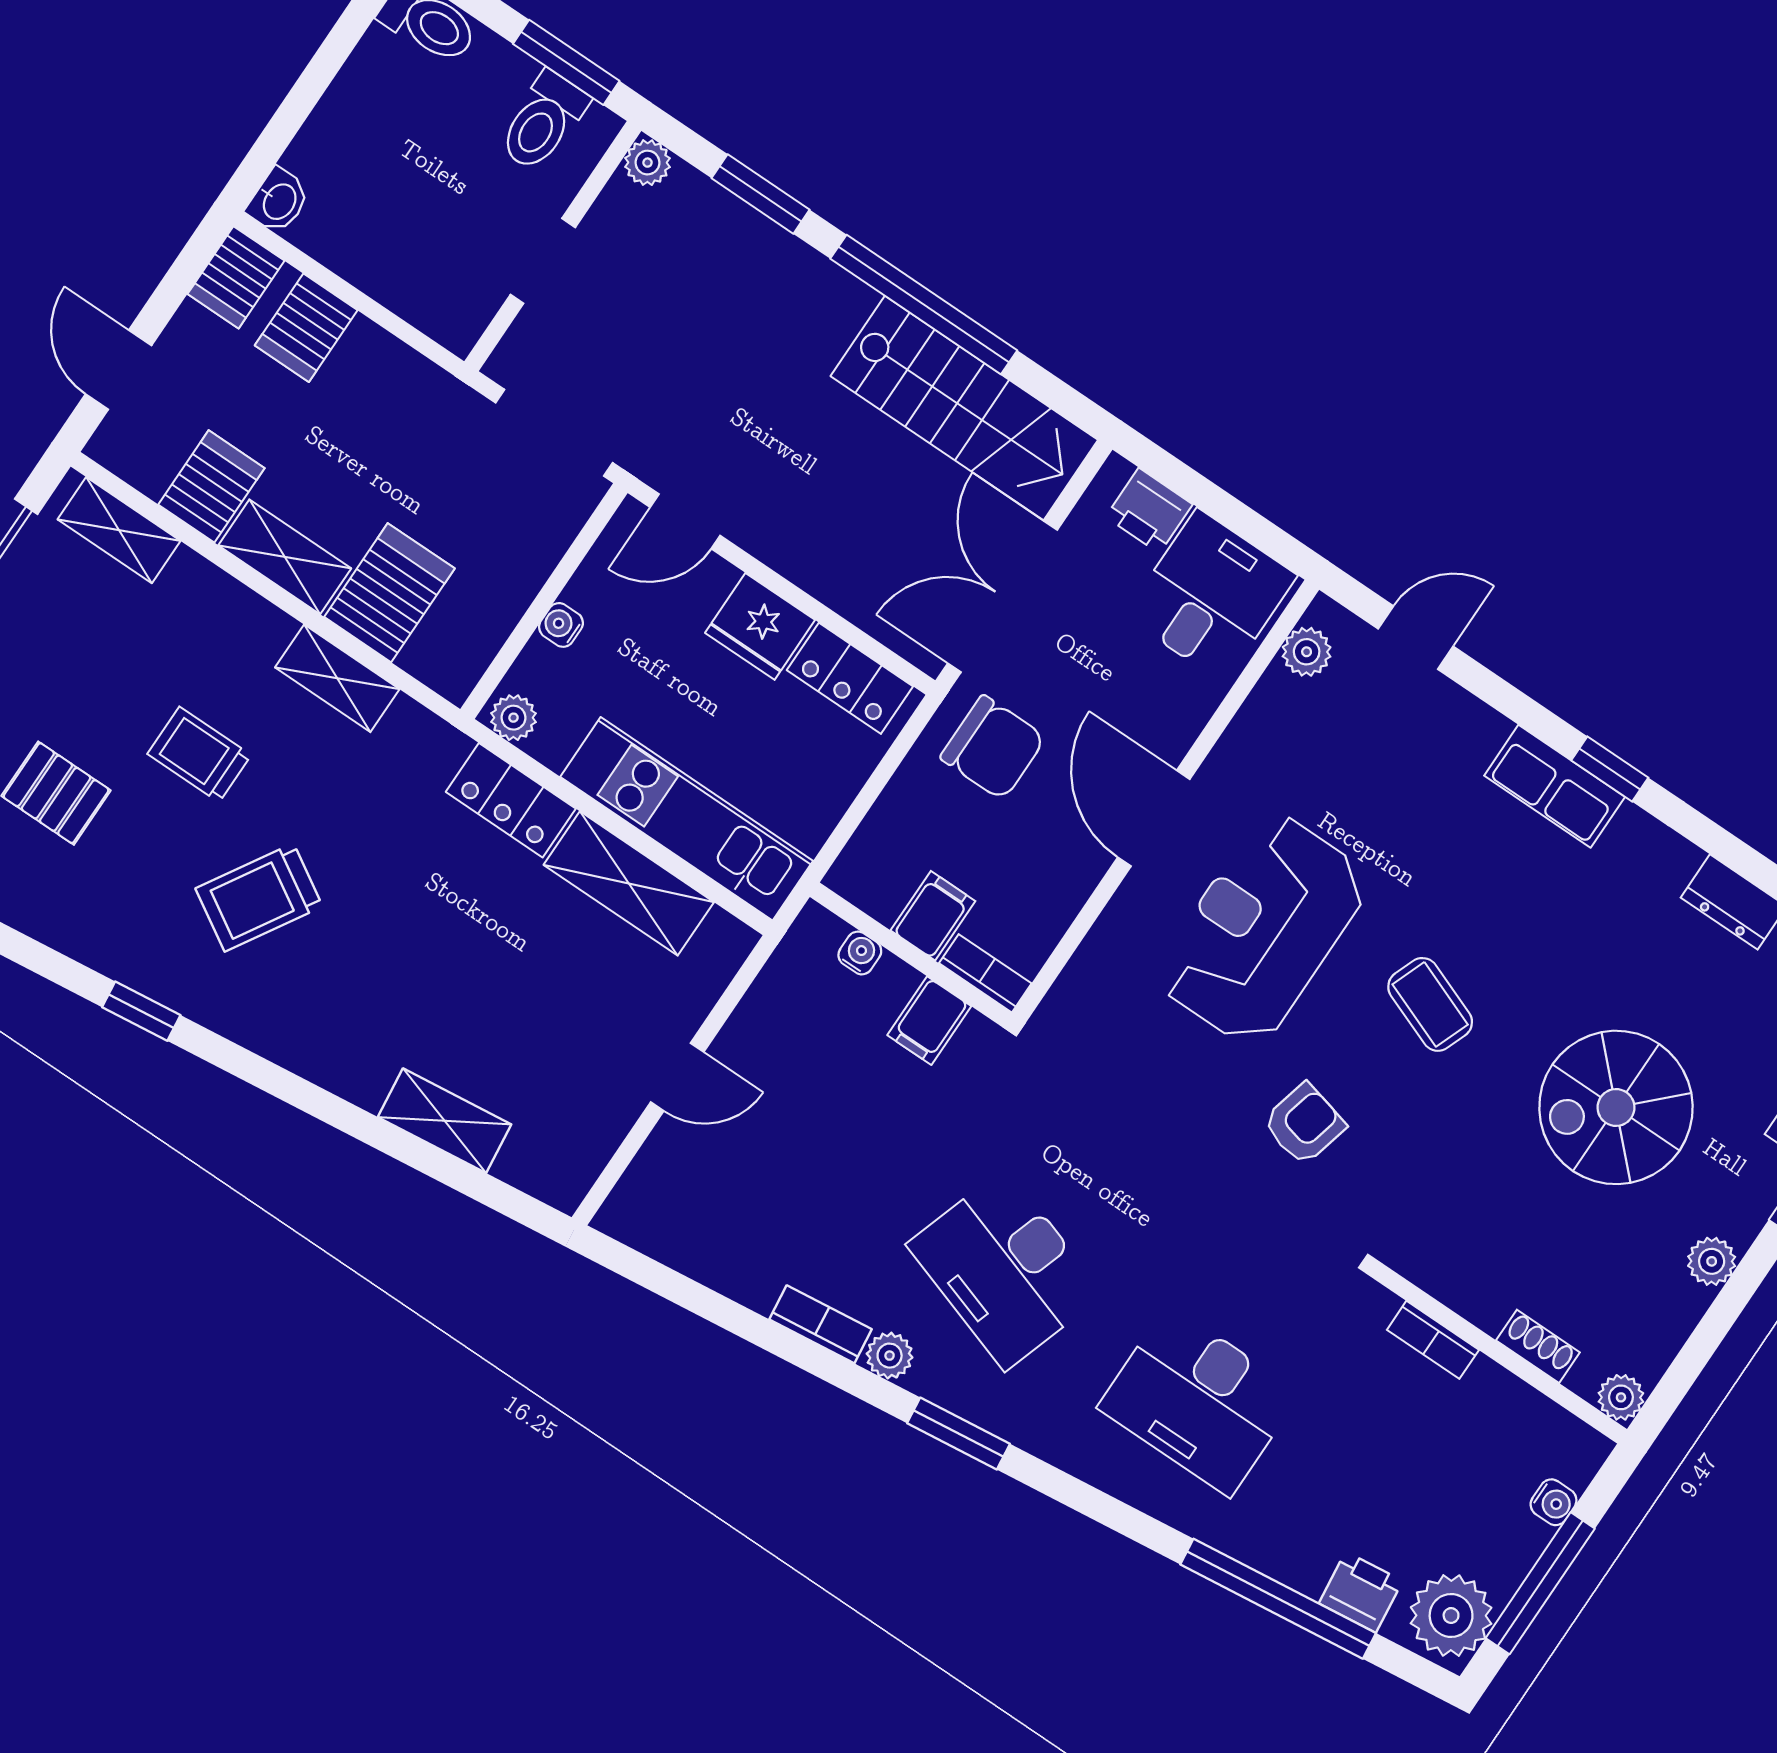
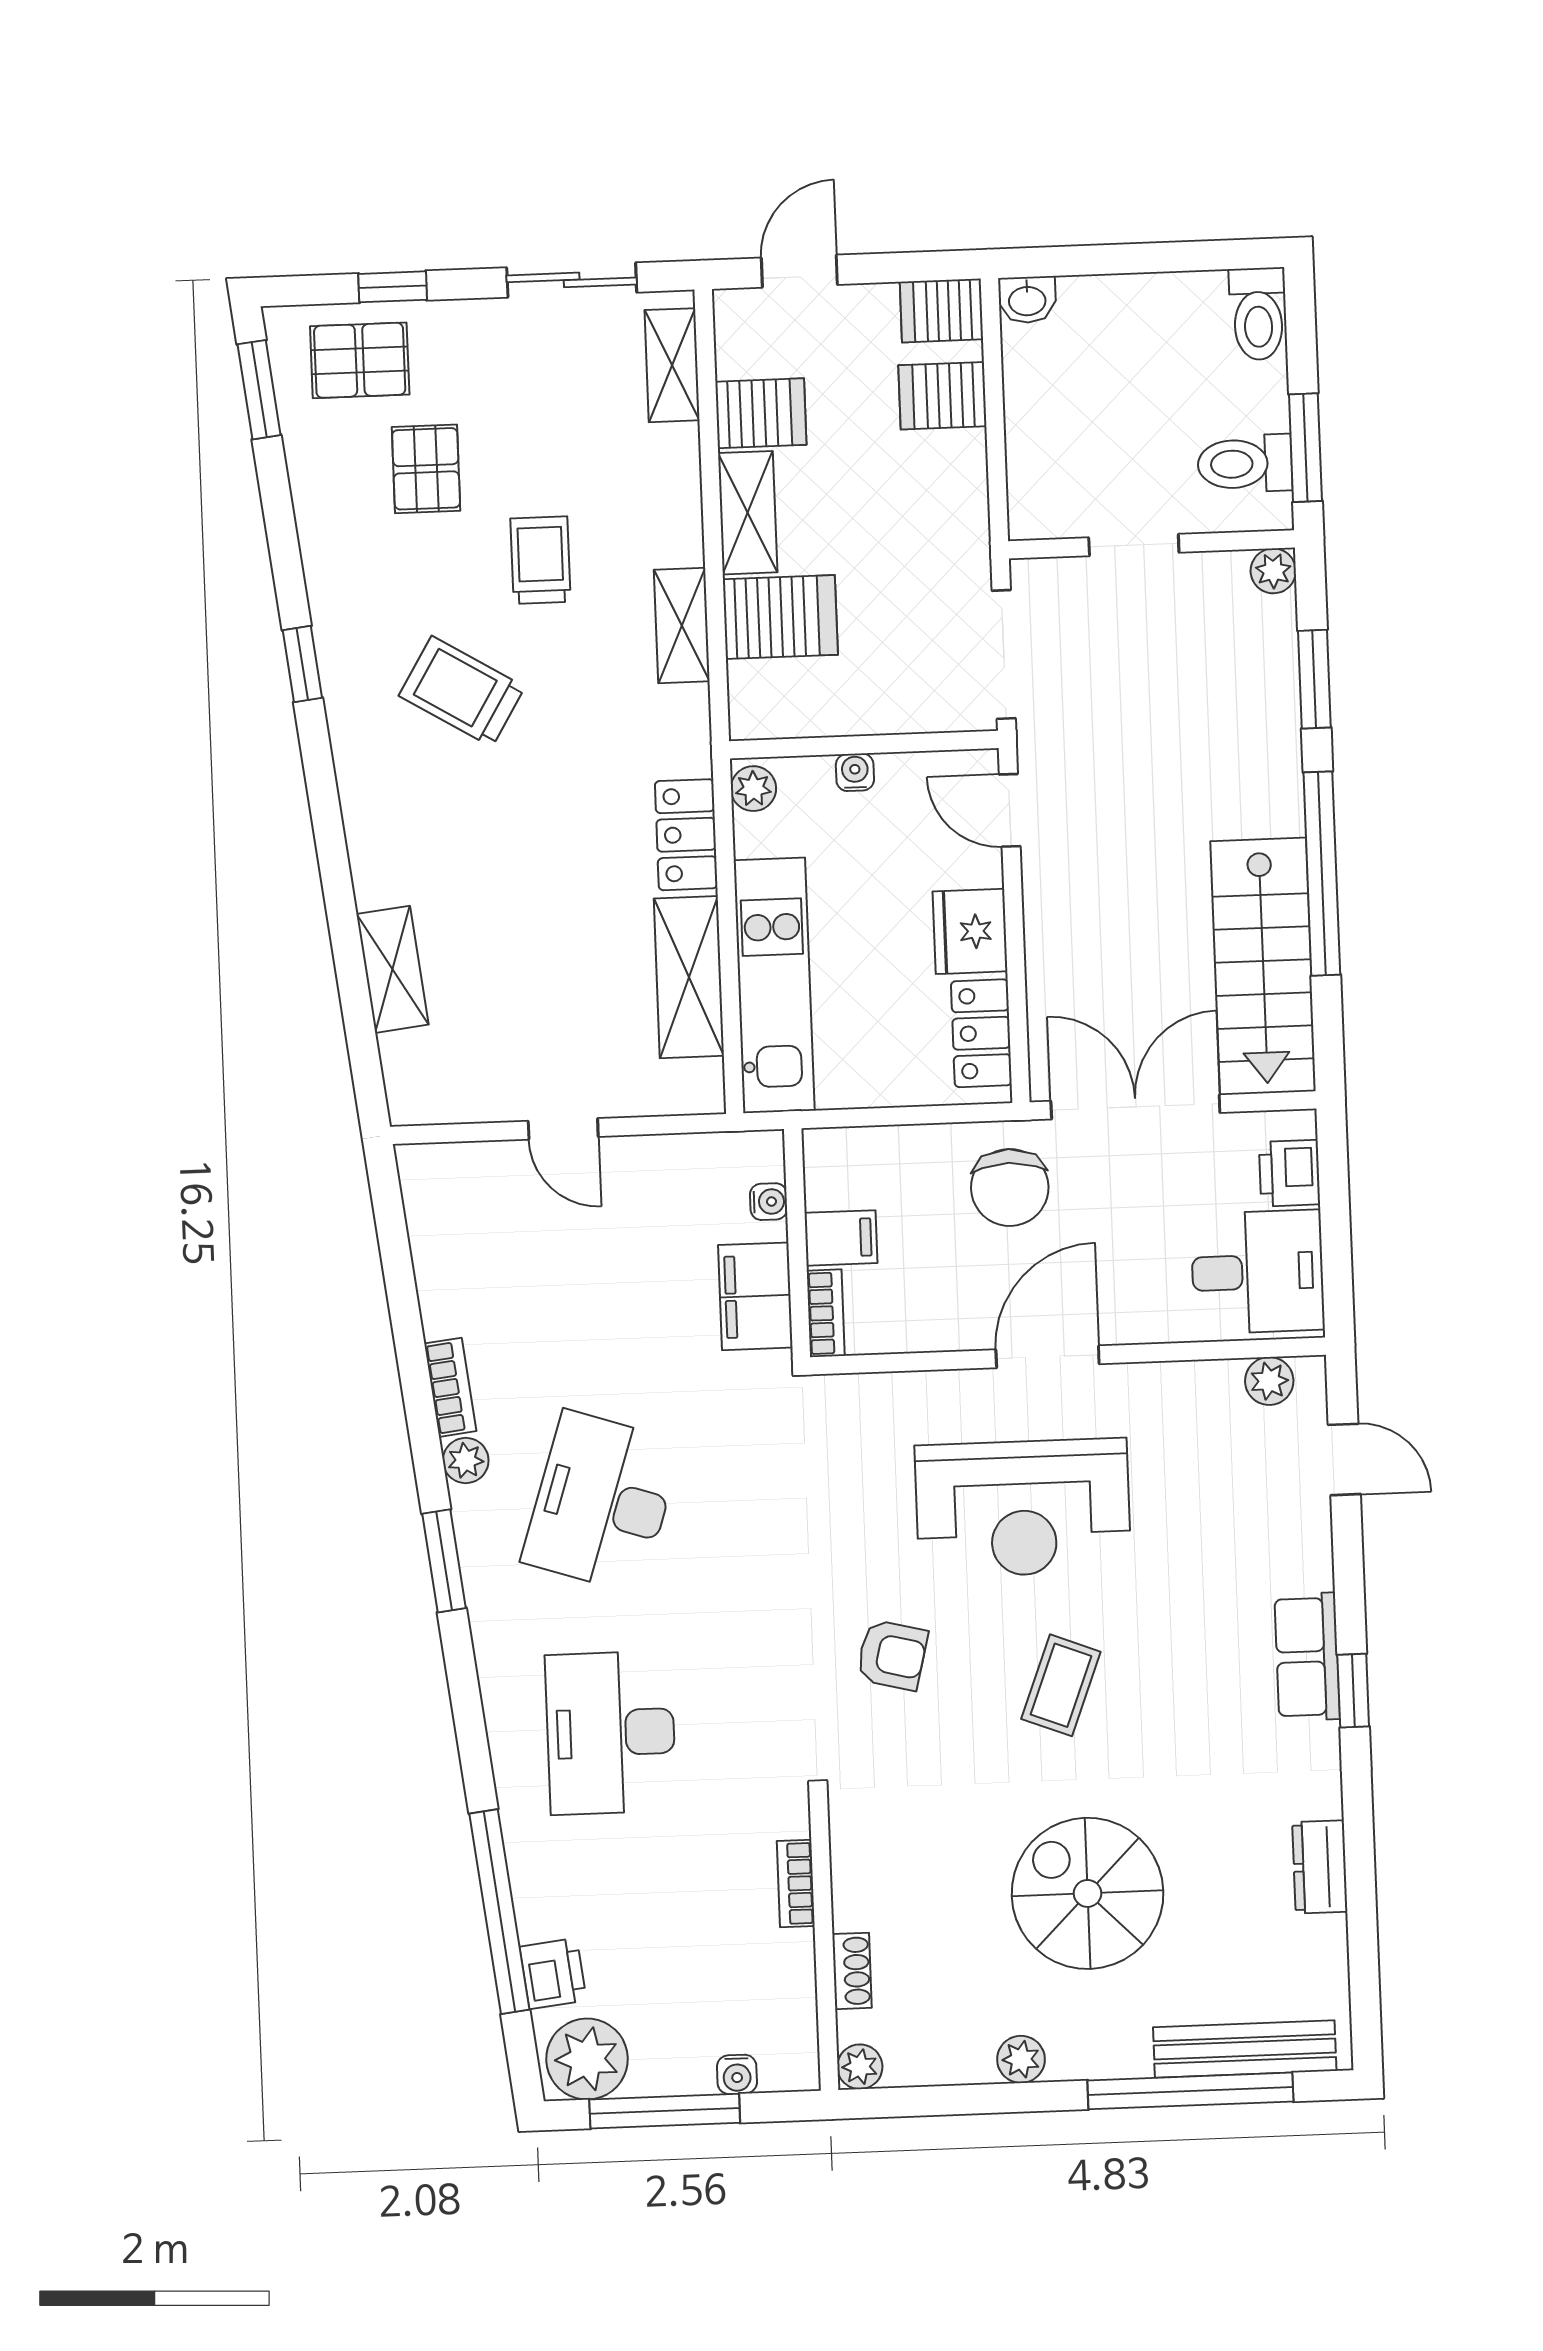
reception desk: (1263, 929) -> (1023, 1508), turned 180
filing cabinet: (929, 1021) -> (755, 1296), width x2.00

